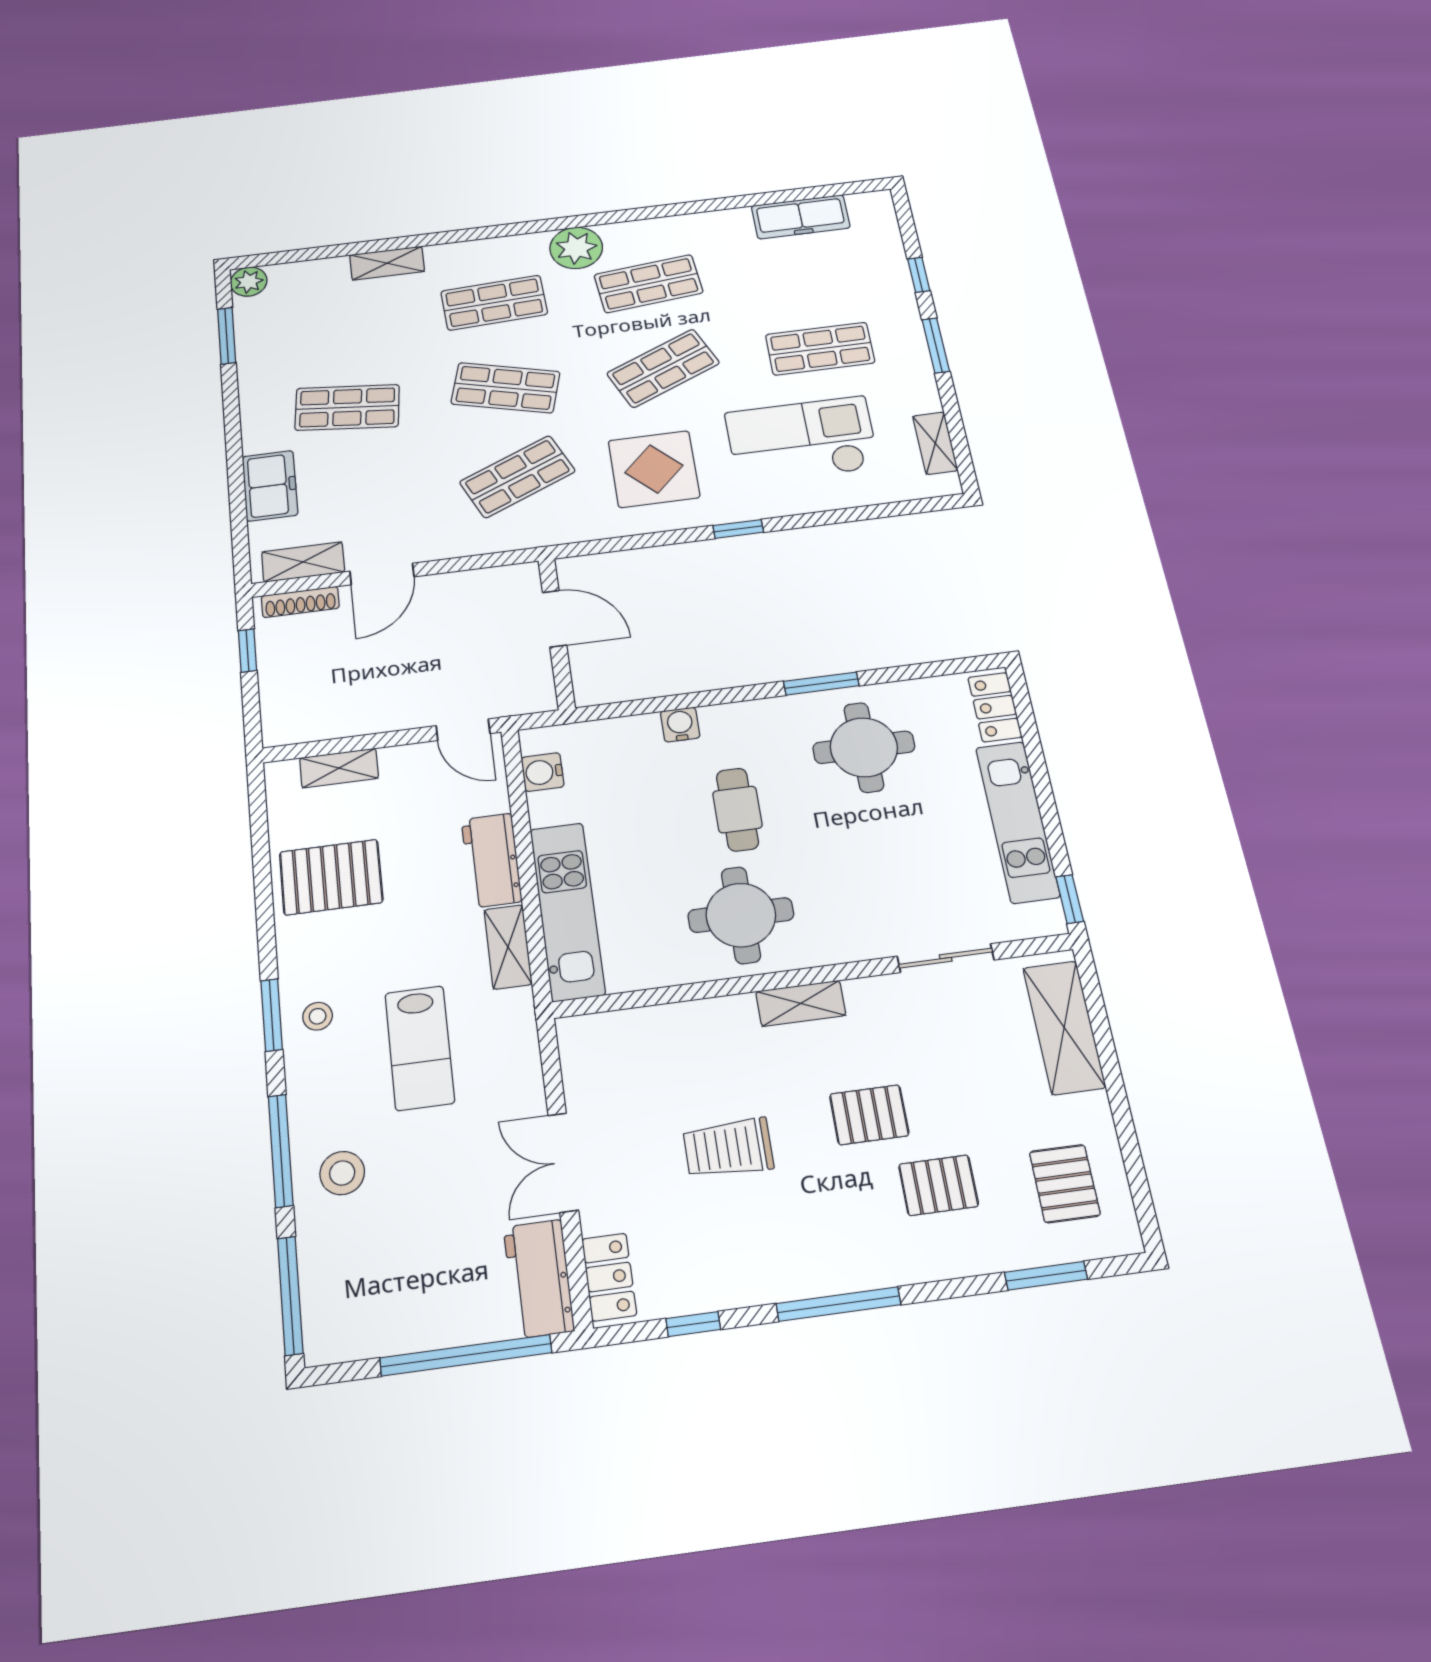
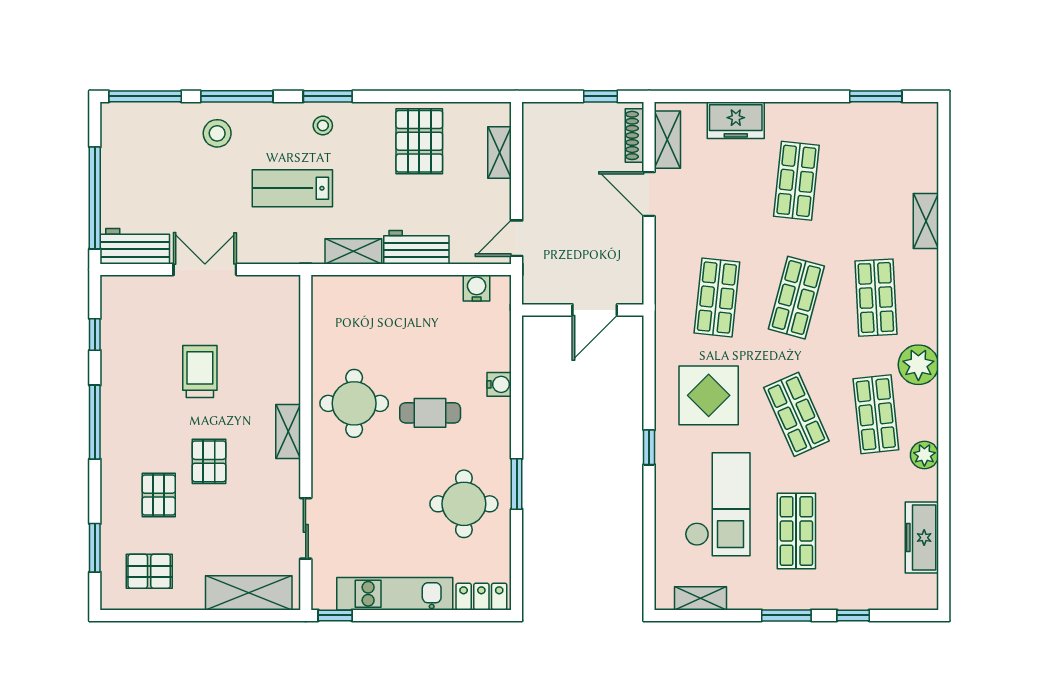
plant: (249, 282) -> (924, 455), moved
shop shelf: (517, 477) -> (717, 298), turned 30
kitchen unit: (567, 911) -> (373, 292), removed
locker: (609, 1277) -> (130, 288), removed

